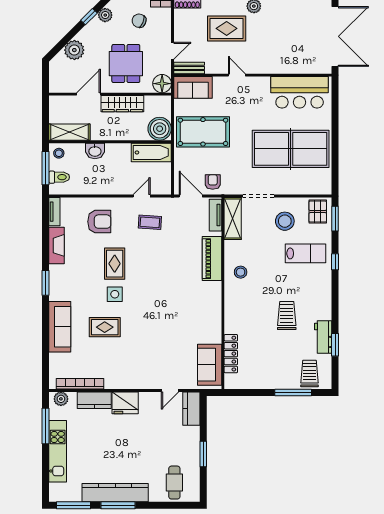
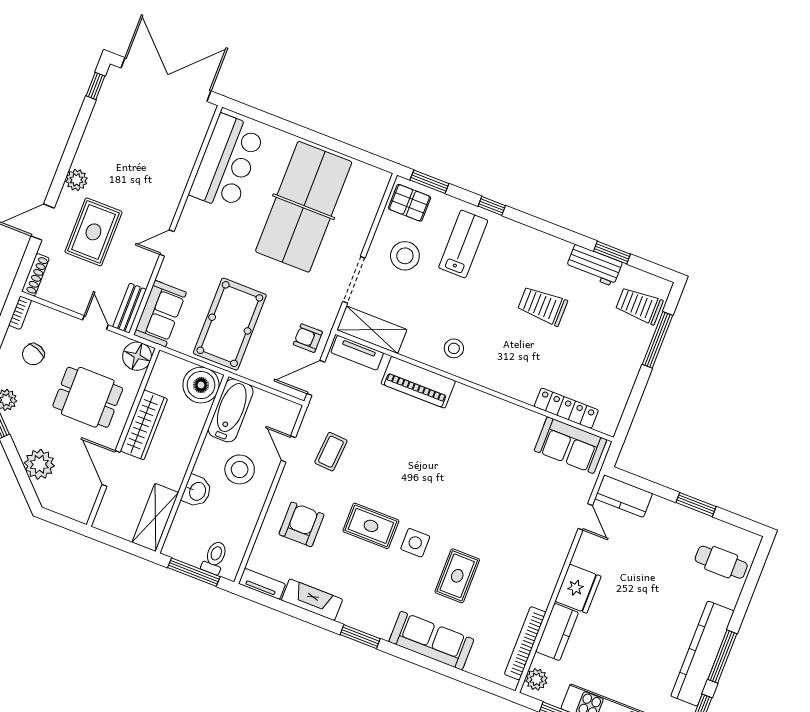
stool: (59, 153) -> (240, 469), moved, width x1.89, depth x1.89

